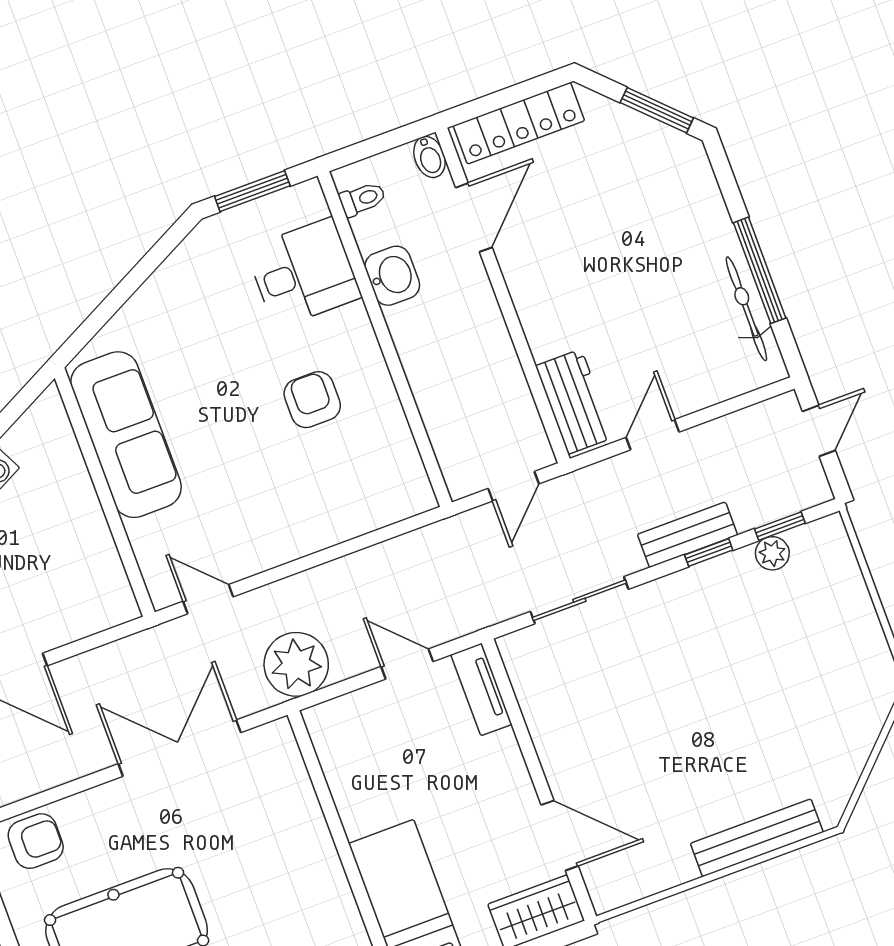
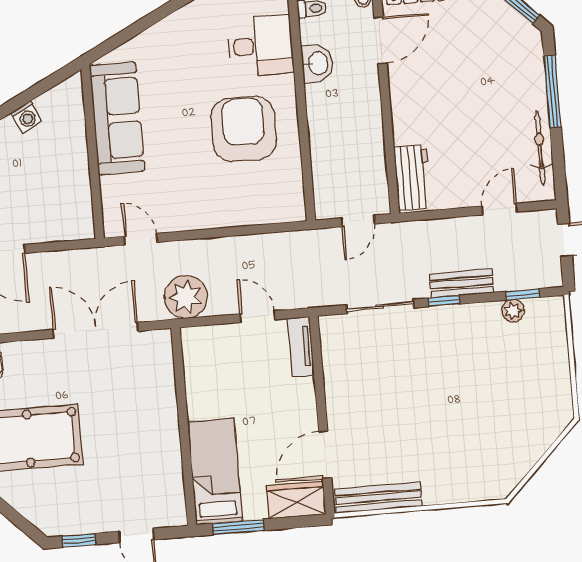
window: (760, 270) -> (553, 91), moved
armchair: (312, 400) -> (244, 129), width x1.88, depth x1.88
door: (653, 435) -> (500, 209), moved
window: (709, 552) -> (444, 301), moved
door: (560, 835) -> (325, 455), swing flipped
bench: (757, 838) -> (378, 498), moved

